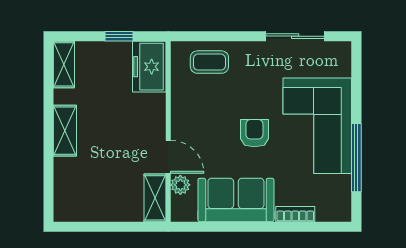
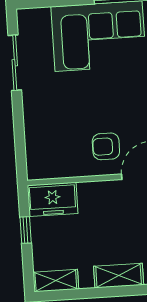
coffee table: (209, 62) -> (45, 142), removed
armchair: (254, 133) -> (106, 146), moved

